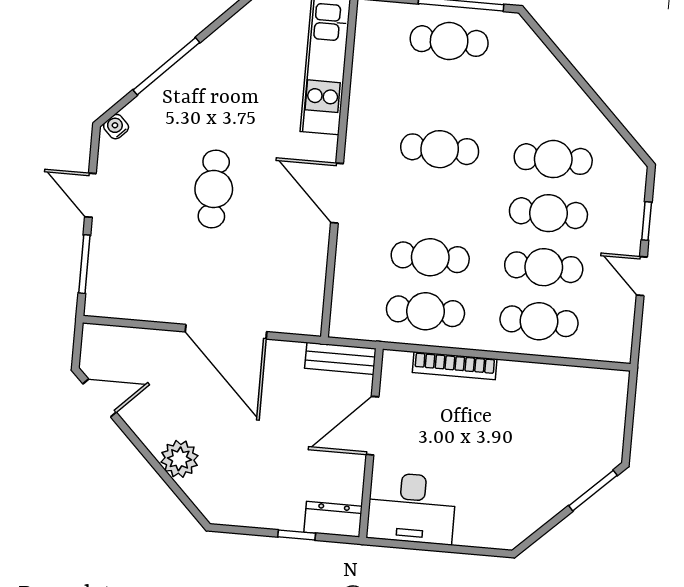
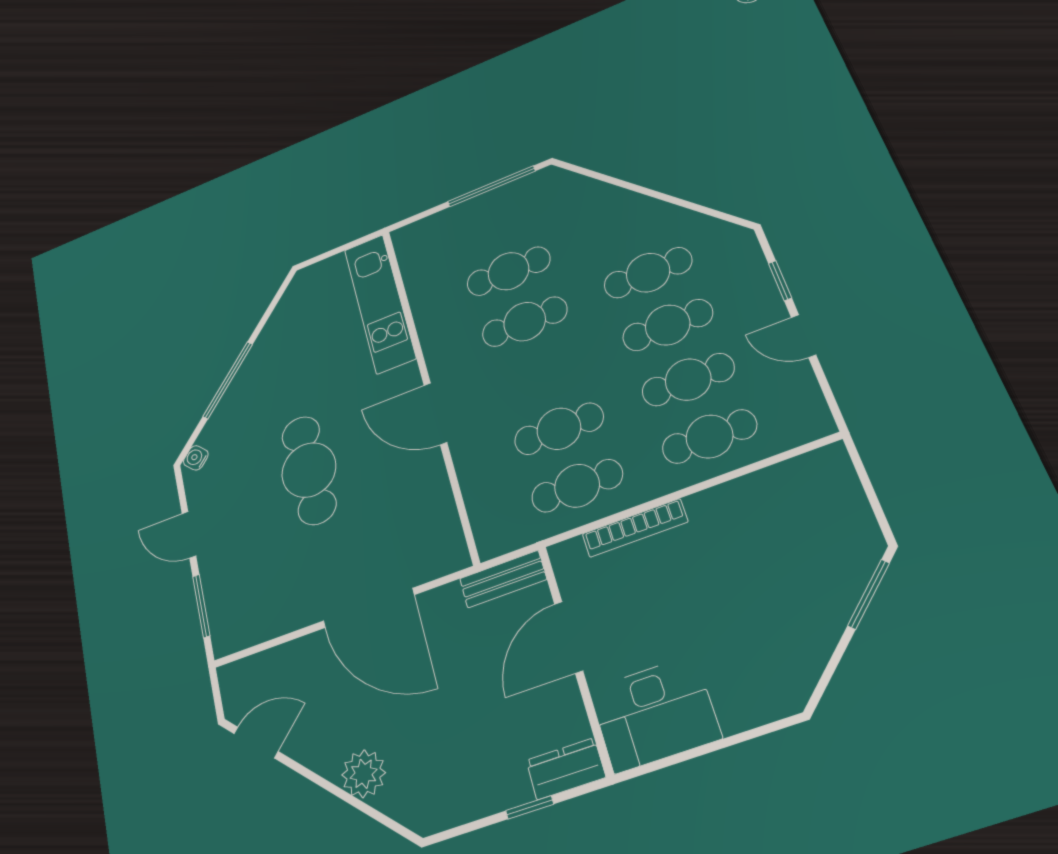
cafe table: (449, 41) -> (509, 271), moved
cafe table: (214, 189) -> (309, 470), width x1.37, depth x1.35

